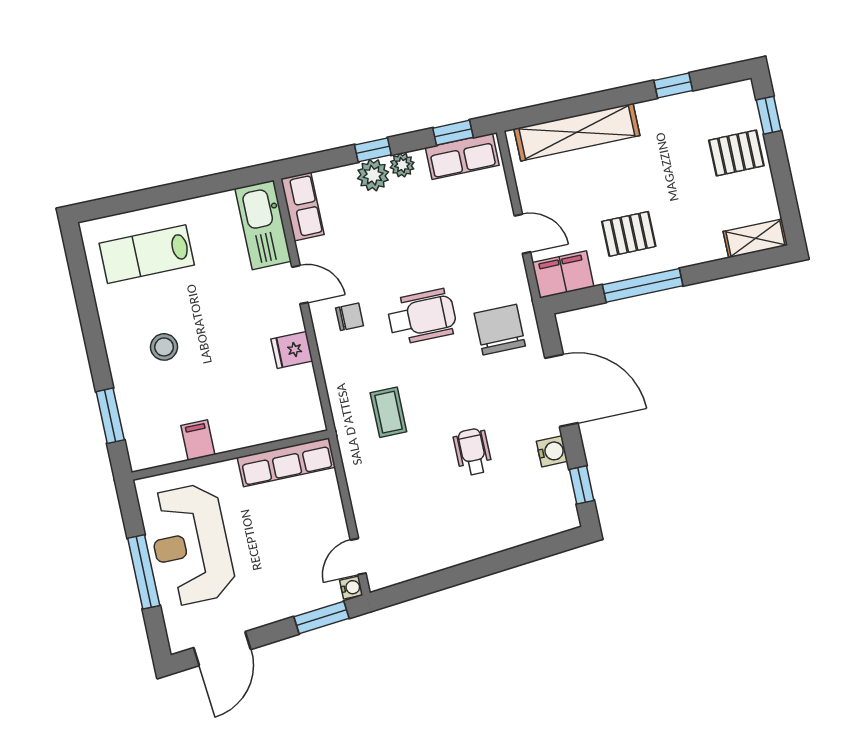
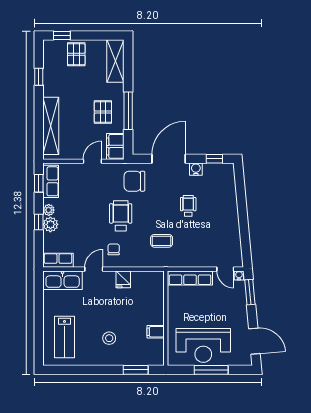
shelving: (755, 238) -> (115, 61), width x1.50, depth x1.33
wheelchair: (473, 452) -> (188, 206), turned 90
row of seats: (286, 462) -> (190, 278), moved, turned 90

